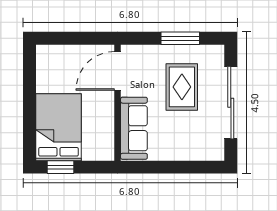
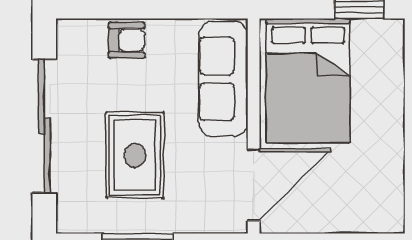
bed: (58, 127) -> (308, 81), moved
armchair: (186, 149) -> (127, 40), added

